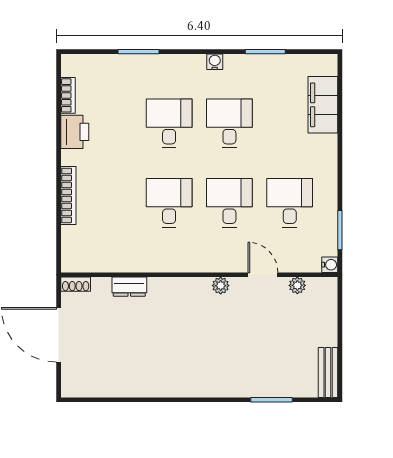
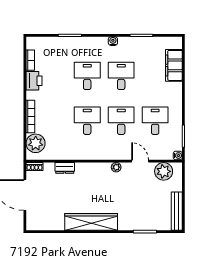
plant: (78, 243) -> (36, 143), added
plant: (297, 285) -> (164, 171), width x1.88, depth x1.88
bench: (328, 372) -> (177, 211), width x1.36
wardrobe: (176, 382) -> (91, 222), added

